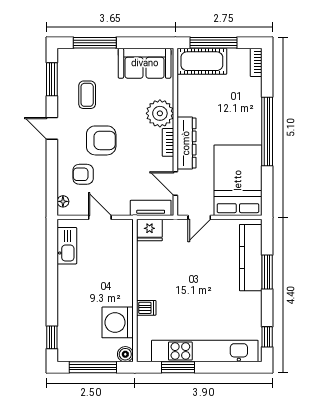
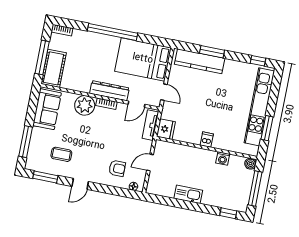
armchair: (101, 140) -> (96, 151), removed
armchair: (83, 174) -> (117, 168), turned -90
kitchen sink: (67, 246) -> (188, 194), moved
dishwasher: (146, 308) -> (207, 140), moved
washing machine: (118, 322) -> (223, 158), width x0.53, depth x0.53

